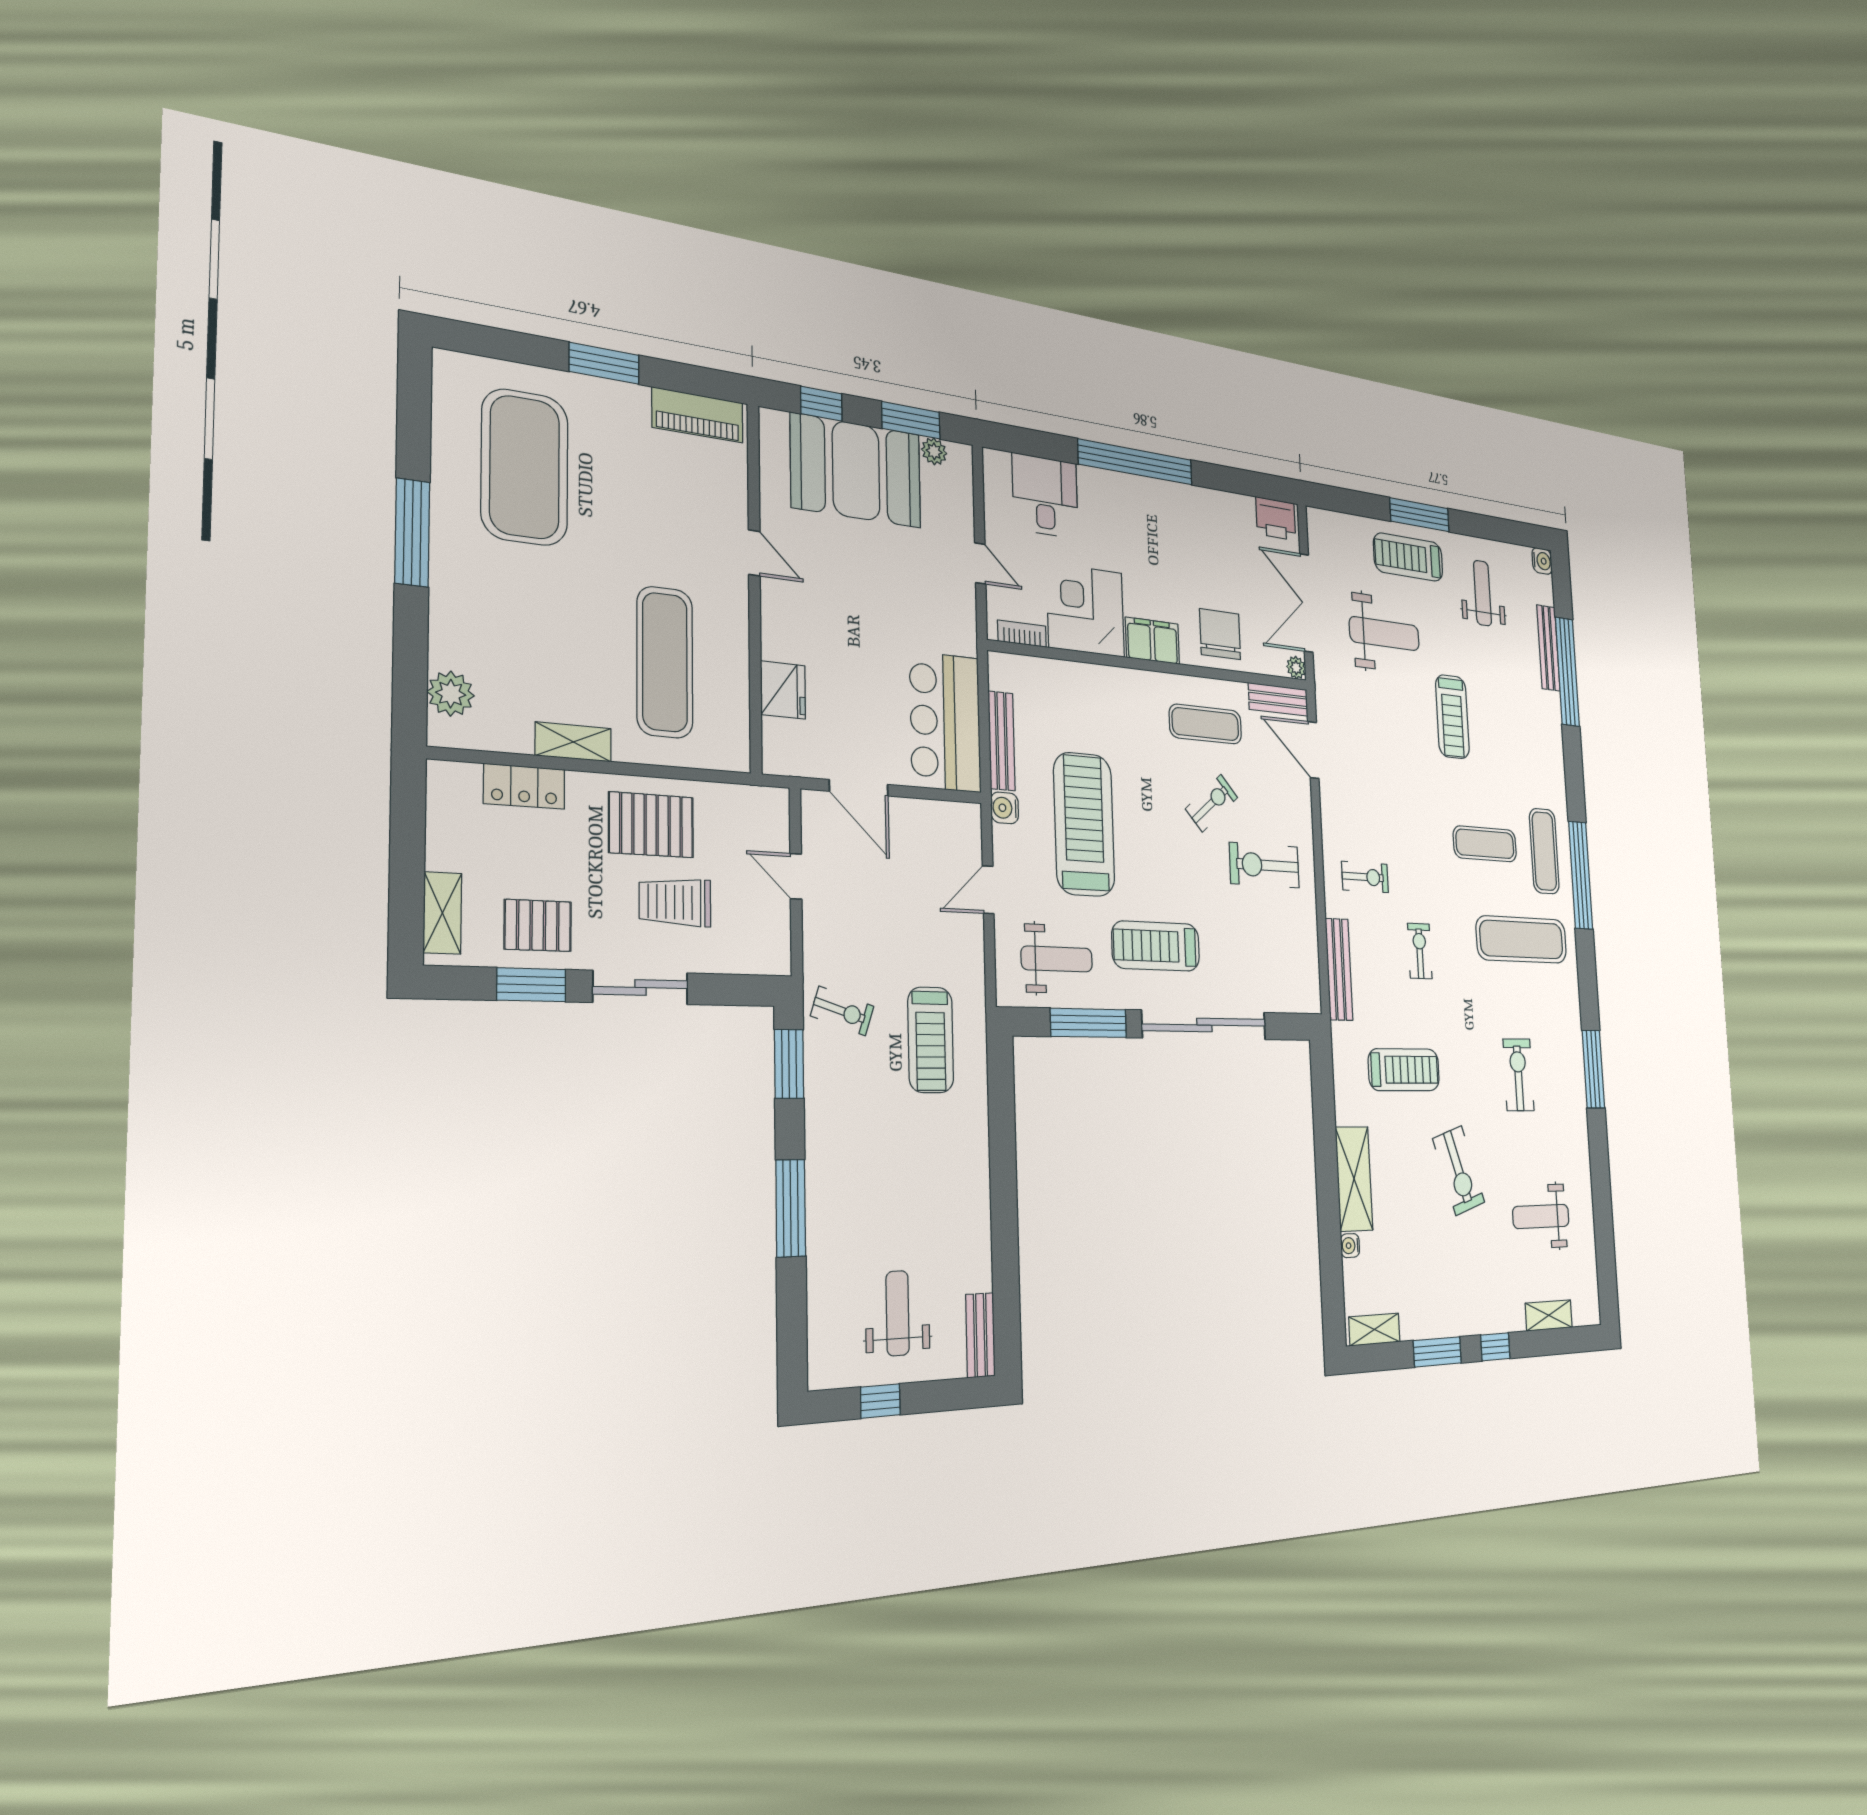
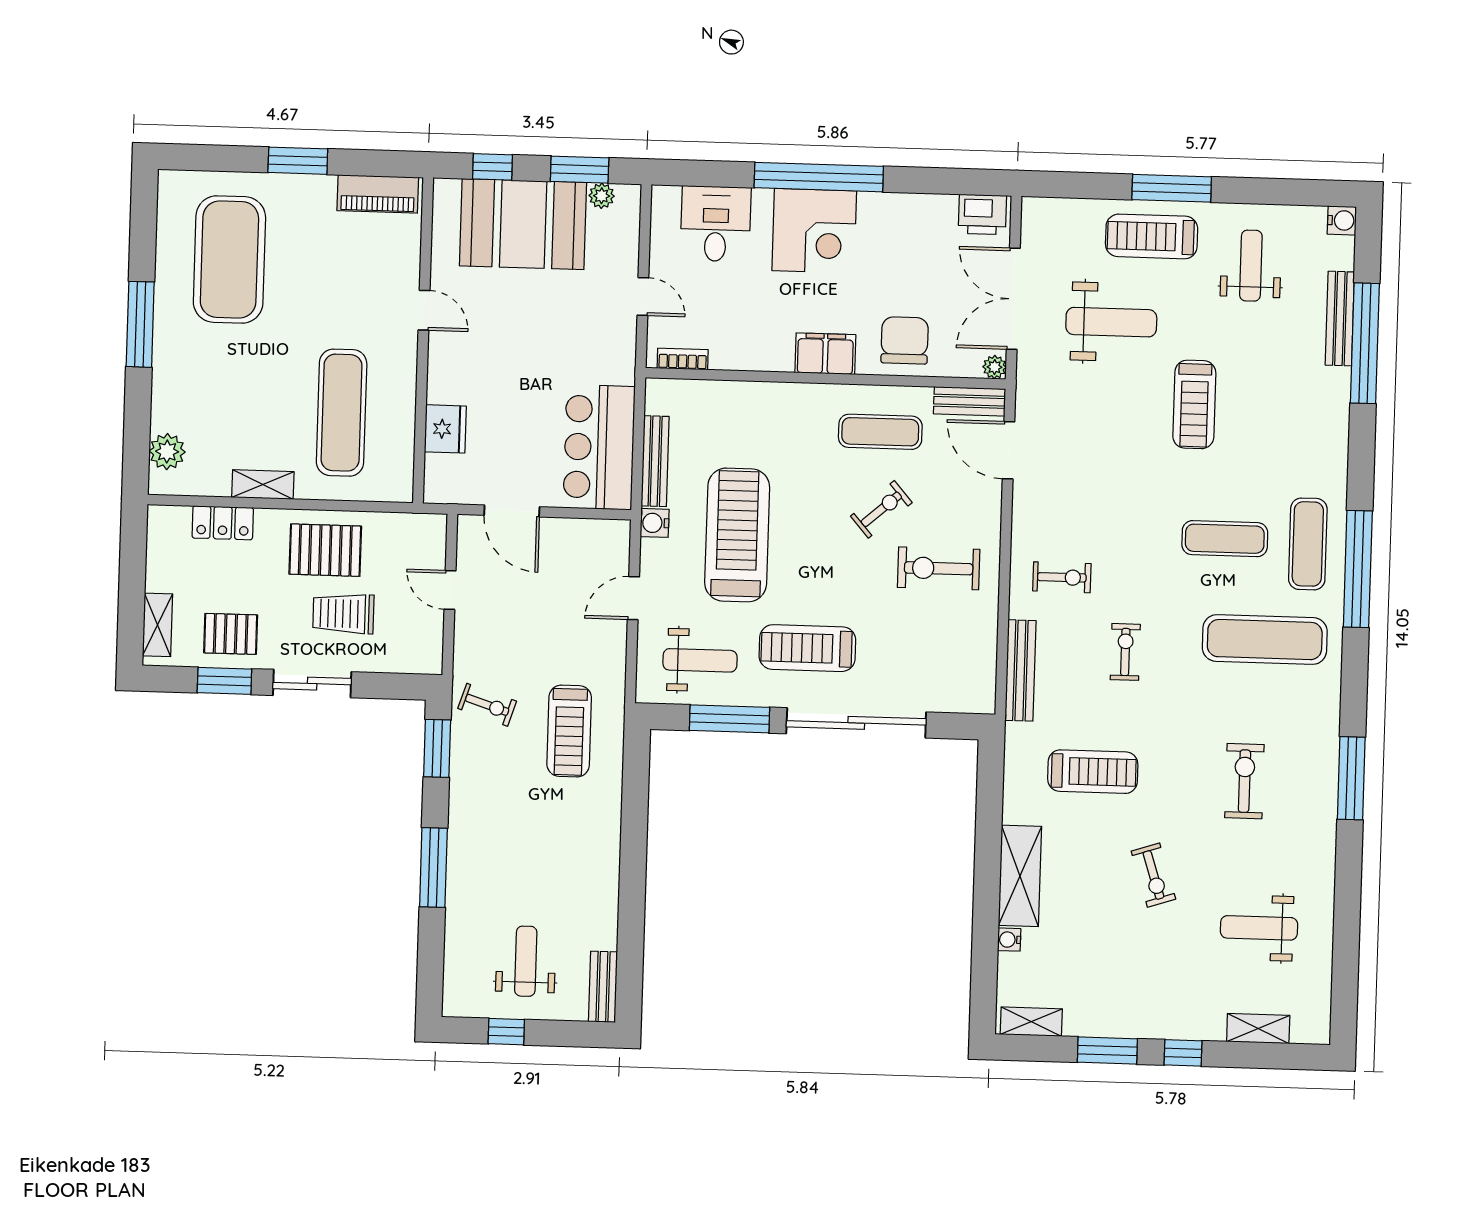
corner desk: (1086, 610) -> (814, 231), moved, turned 180
exercise bike: (1459, 1171) -> (1153, 875), width x0.73, depth x0.72

